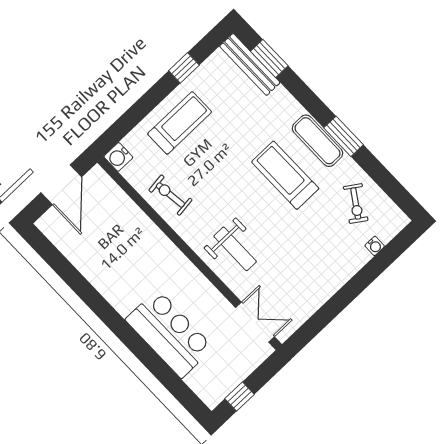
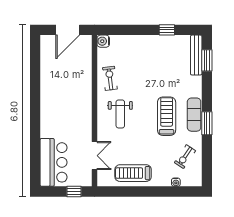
treadmill: (180, 123) -> (133, 173), moved, turned 180
weight bench: (235, 249) -> (120, 114), moved
double door: (255, 322) -> (94, 156), moved
bar counter: (169, 334) -> (54, 162), moved
window: (240, 397) -> (74, 192), moved

